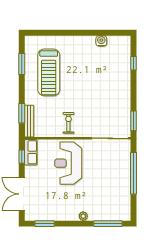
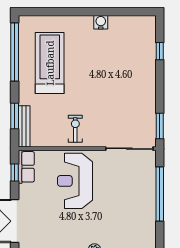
water cooler: (101, 41) -> (101, 22), moved
window: (22, 64) -> (15, 52), width x2.11
treadmill: (49, 72) -> (50, 63), turned 180

